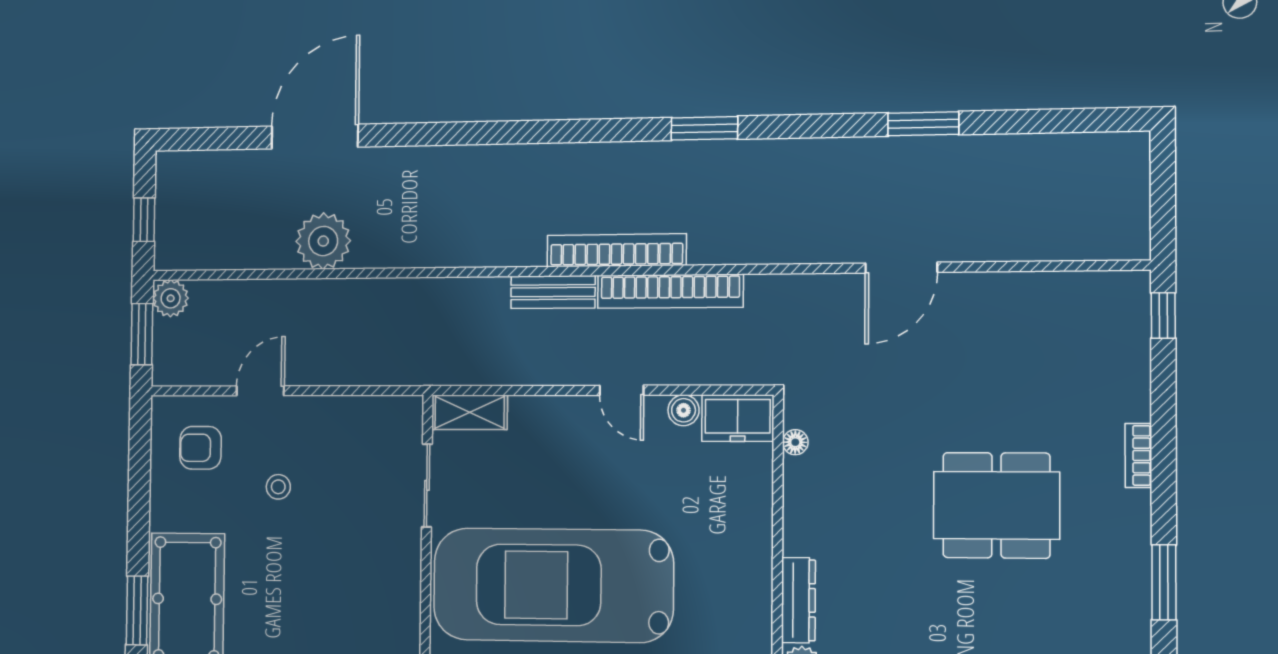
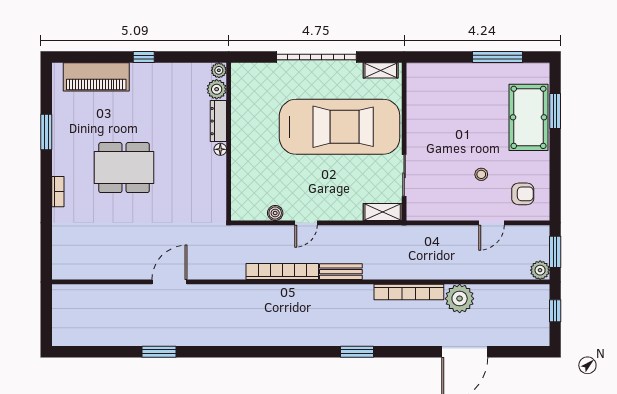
window: (704, 128) -> (357, 352), moved
bookcase: (617, 250) -> (409, 292), moved
window: (1163, 316) -> (46, 258), removed
door: (622, 390) -> (306, 223), swing flipped
freezer: (738, 418) -> (248, 209), removed
floor lamp: (795, 442) -> (220, 149), moved

